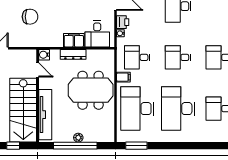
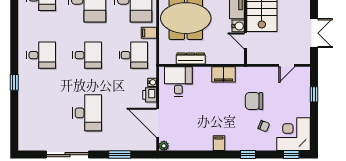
filing cabinet: (74, 40) -> (224, 74), moved
dresser: (73, 54) -> (191, 59), moved
water cooler: (44, 55) -> (238, 26), moved

